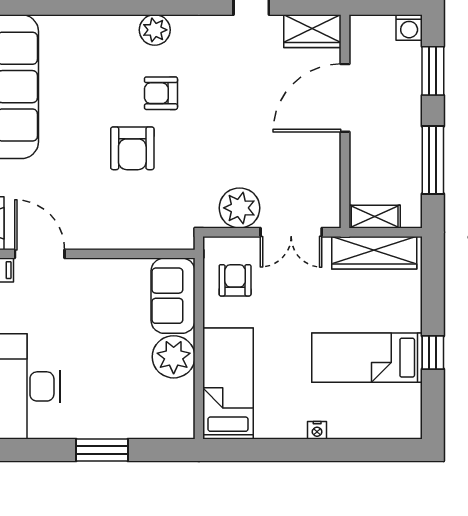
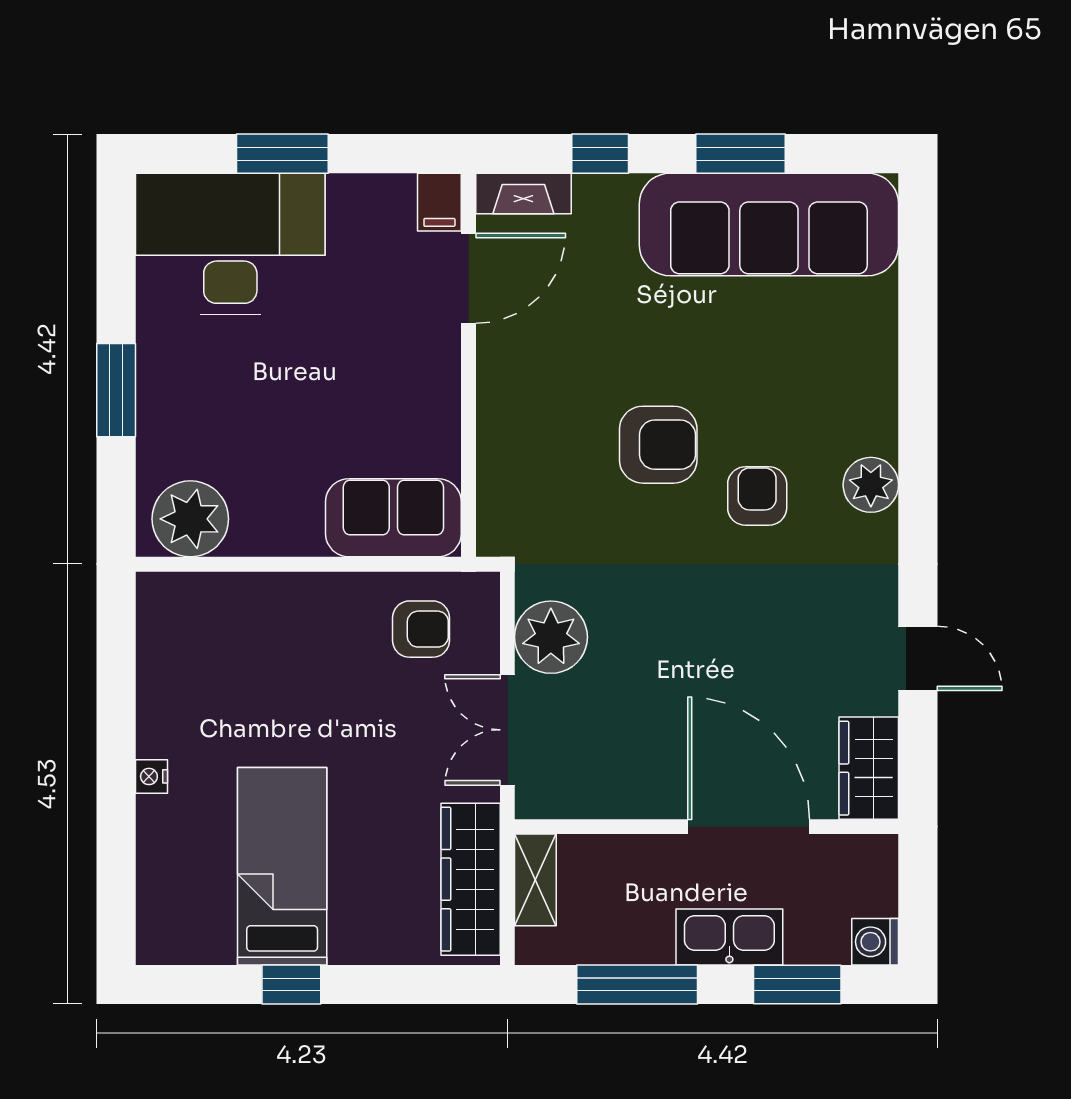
kitchen sink: (406, 109) -> (729, 937), added
armchair: (132, 148) -> (658, 445), turned 180
plant: (174, 357) -> (190, 519), moved
bed: (228, 384) -> (236, 616), removed

